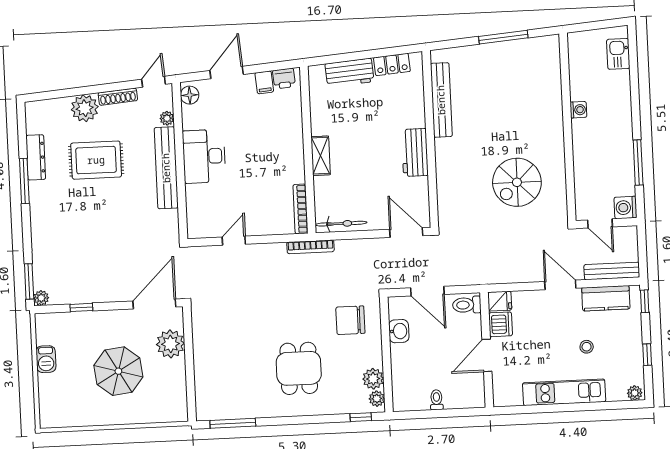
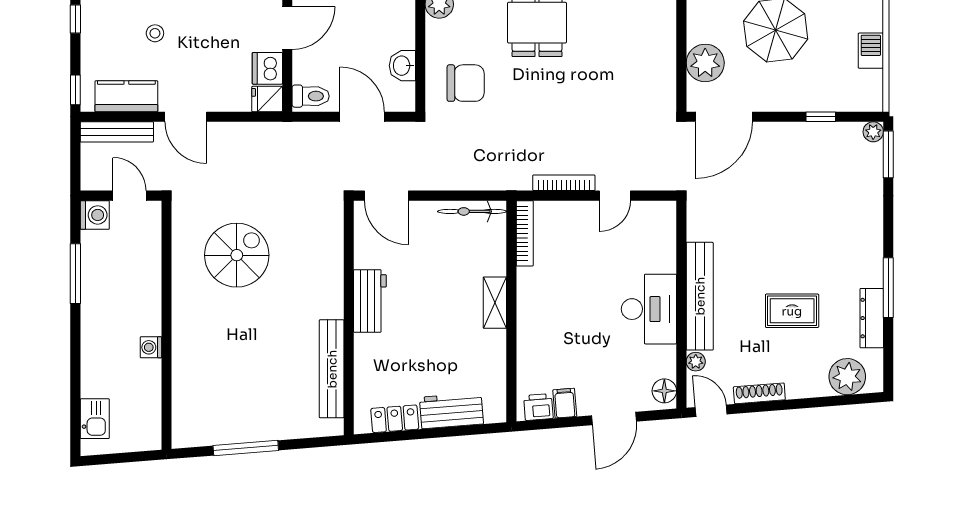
door: (154, 82) -> (711, 411), swing flipped
plant: (85, 108) -> (847, 377), moved
rug: (96, 160) -> (792, 311), width x0.73, depth x0.70
bookcase: (310, 247) -> (564, 183), moved

